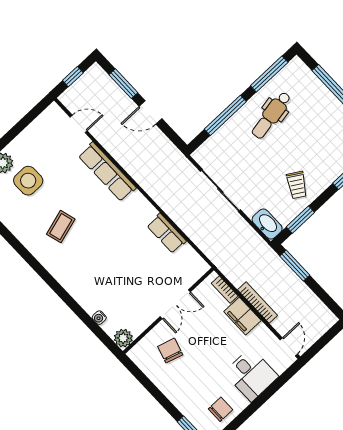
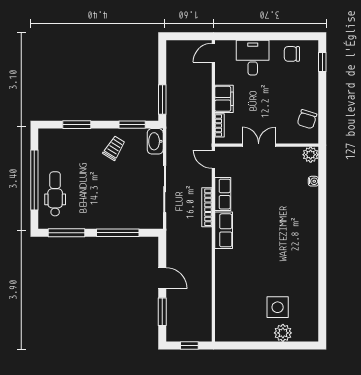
dental chair: (271, 115) -> (55, 194), moved, turned -80
door: (79, 124) -> (213, 159), moved
row of seats: (107, 172) -> (224, 230), moved, width x0.68
coffee table: (61, 227) -> (284, 260), removed
bookcase: (258, 303) -> (207, 207), moved
chair: (170, 351) -> (307, 119), moved

